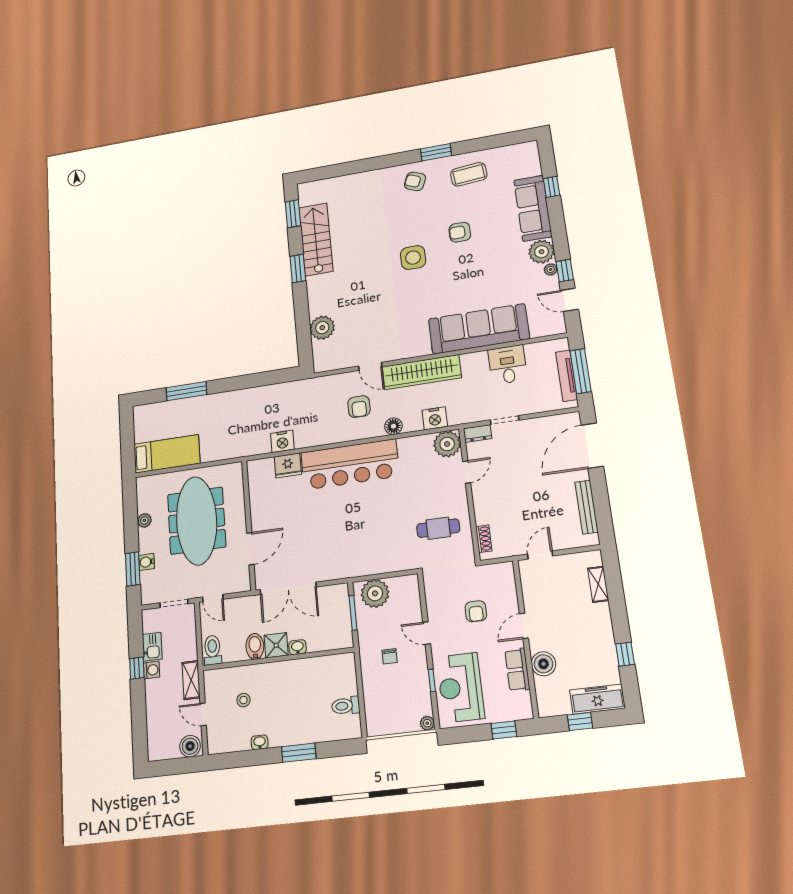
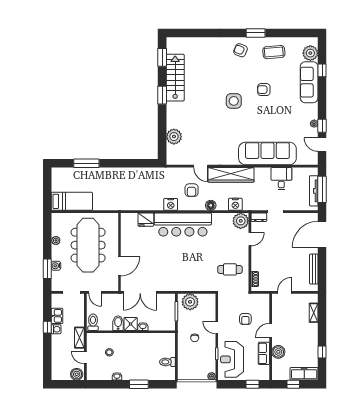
plant: (541, 252) -> (310, 53), moved
nightstand: (282, 441) -> (171, 204), moved

